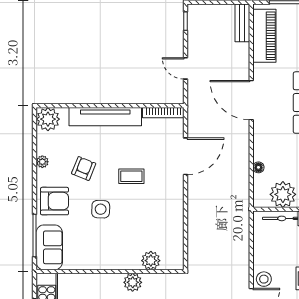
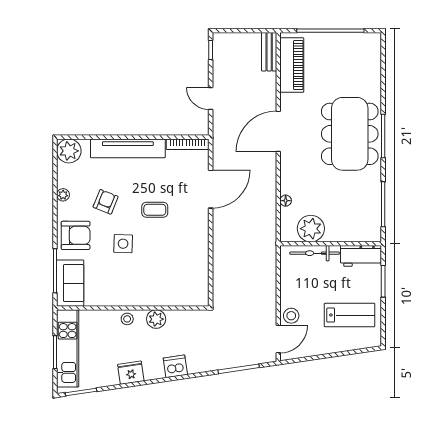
door: (251, 100) -> (278, 131), hinge flipped
plant: (151, 261) -> (175, 297), removed
stool: (105, 282) -> (127, 319), added

